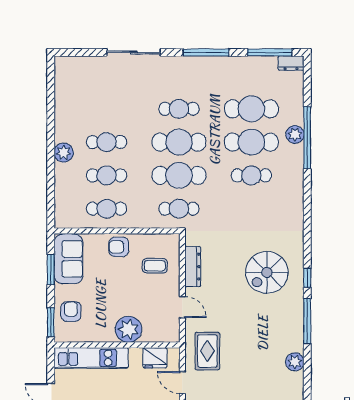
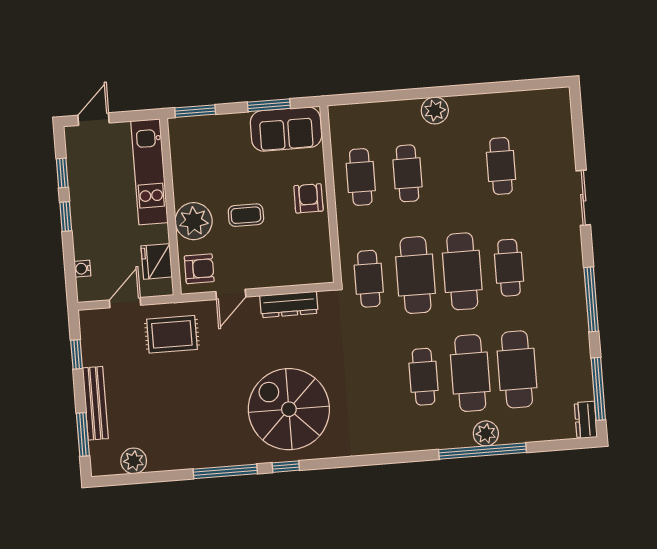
sliding door: (134, 52) -> (583, 198), width x0.73
cafe table: (107, 142) -> (501, 166), moved
coffee table: (155, 266) -> (246, 215), moved, turned 90
spiral stairs: (267, 272) -> (289, 409), width x1.37, depth x1.37
armchair: (71, 312) -> (199, 269), moved
plant: (295, 362) -> (134, 461), moved

